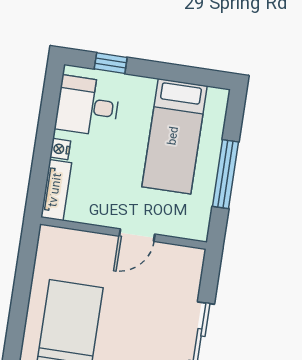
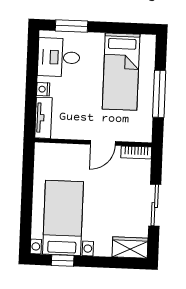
window: (111, 63) -> (71, 26), width x1.50
bookcase: (183, 254) -> (136, 152), added

